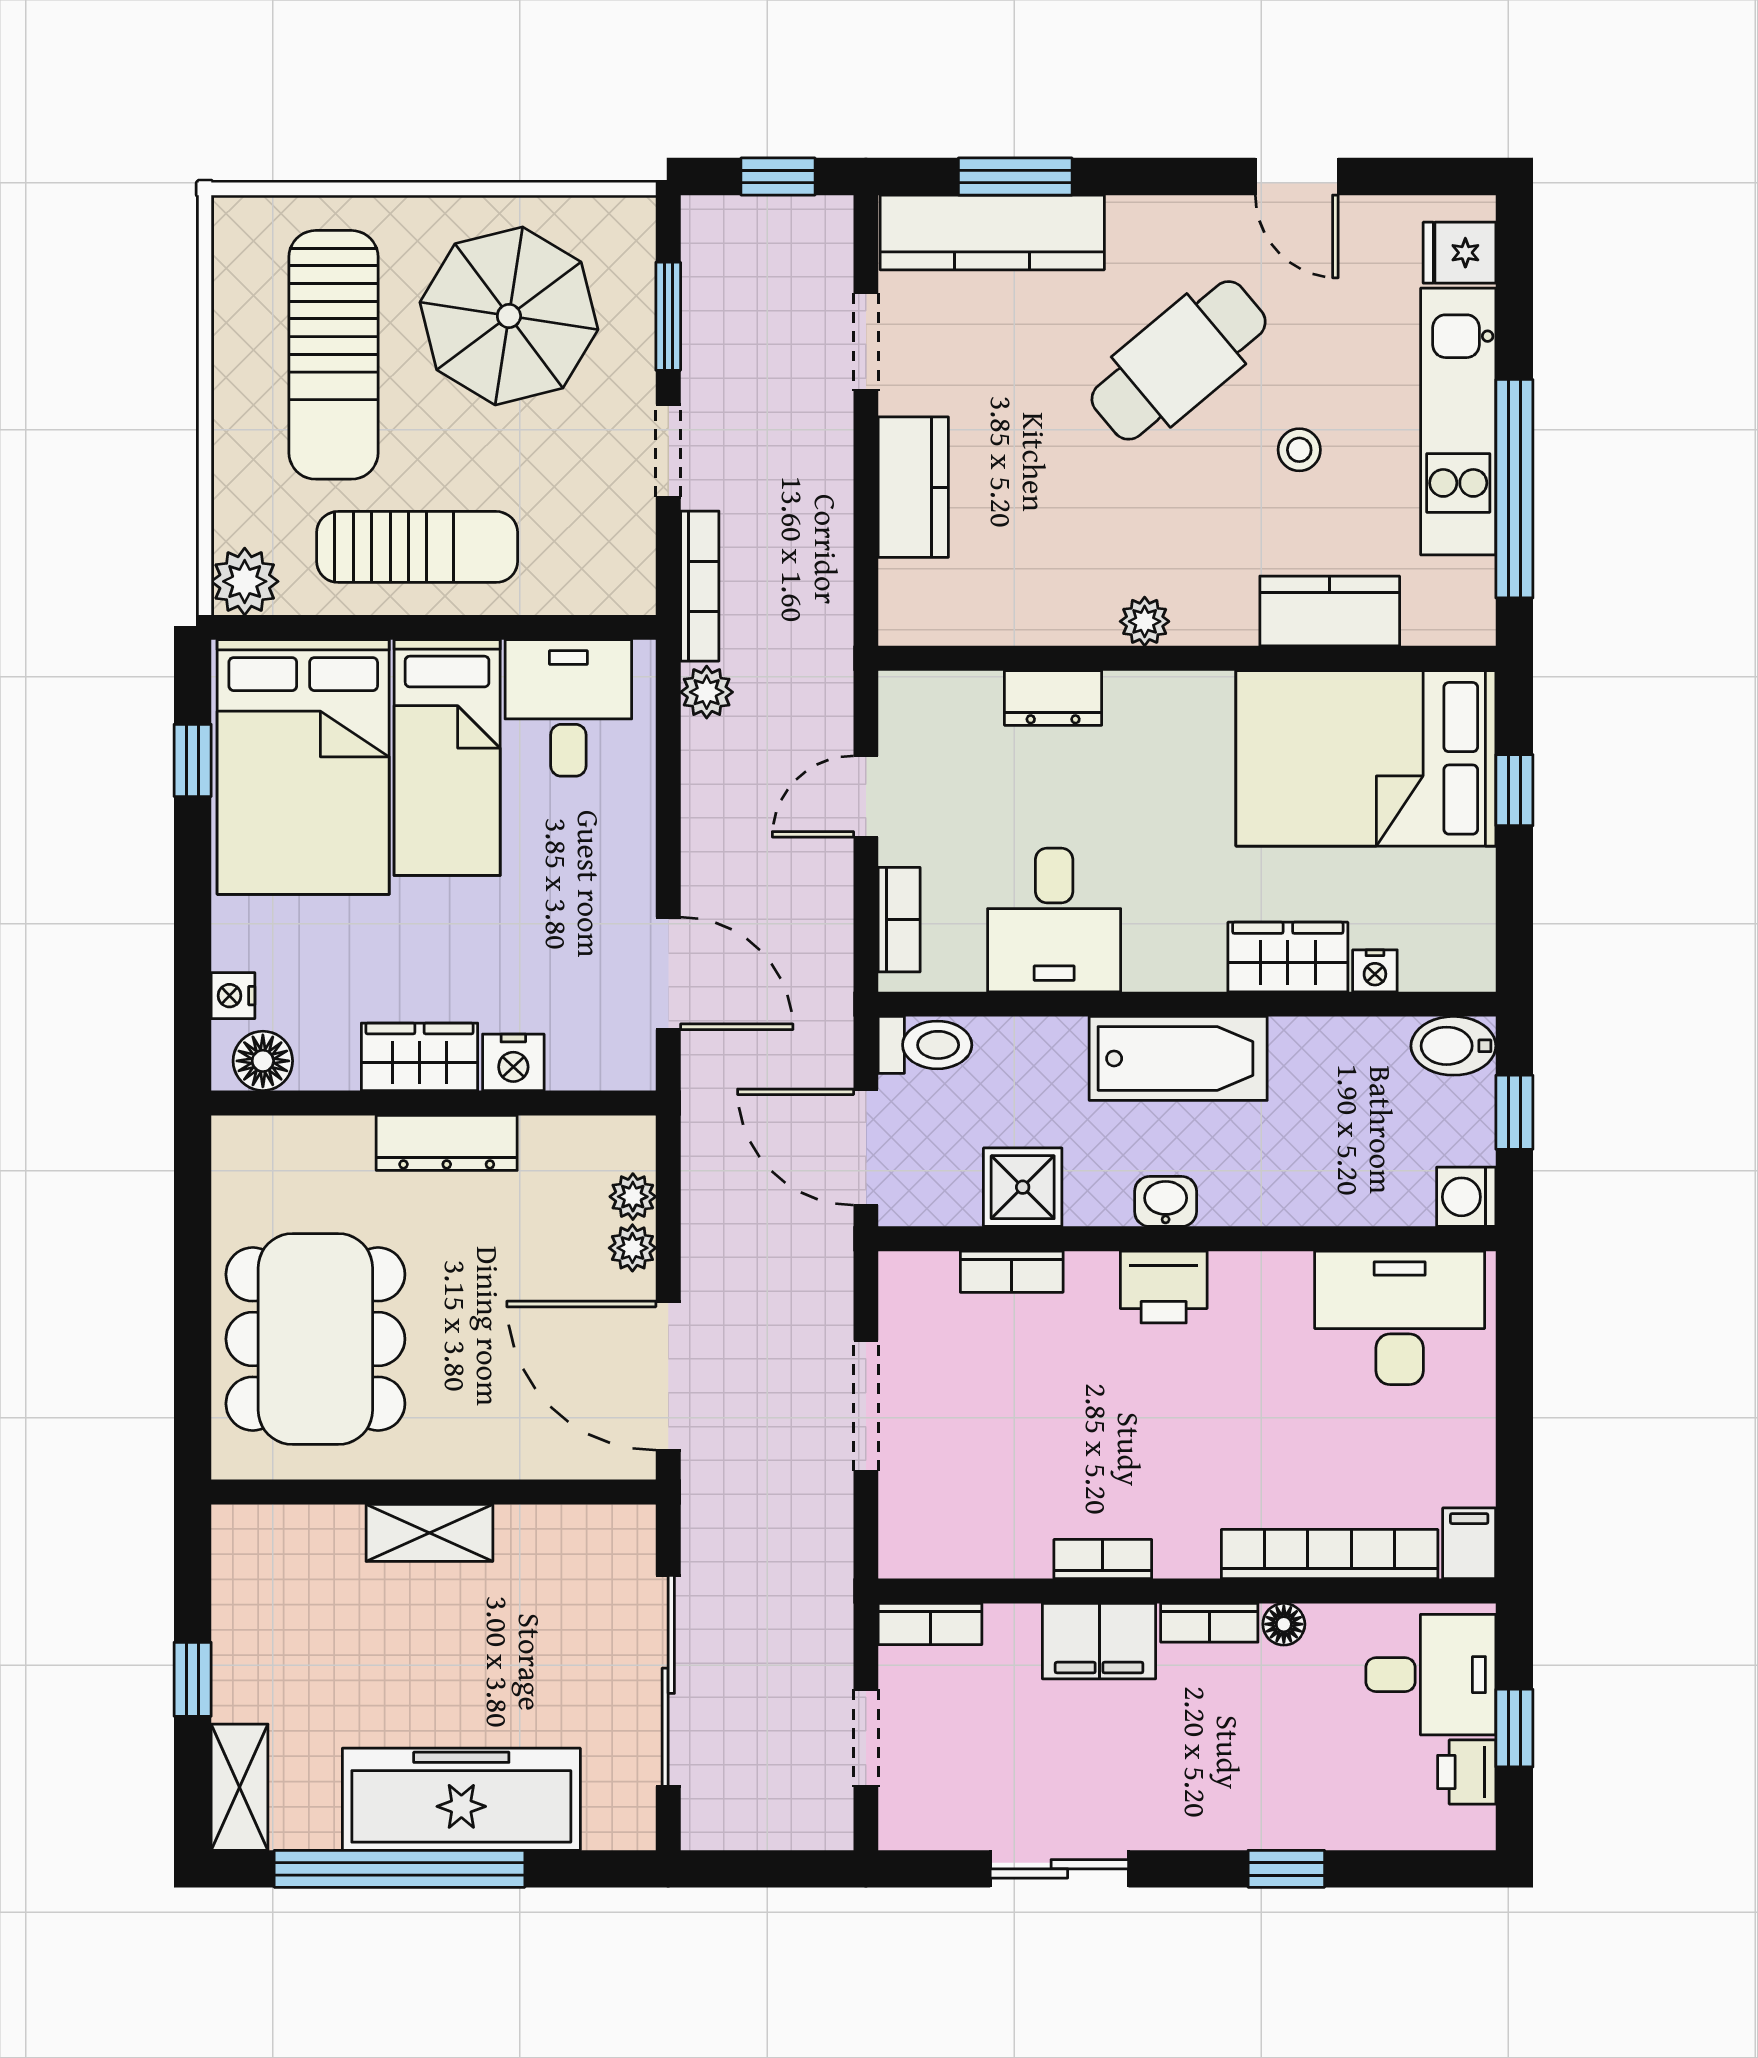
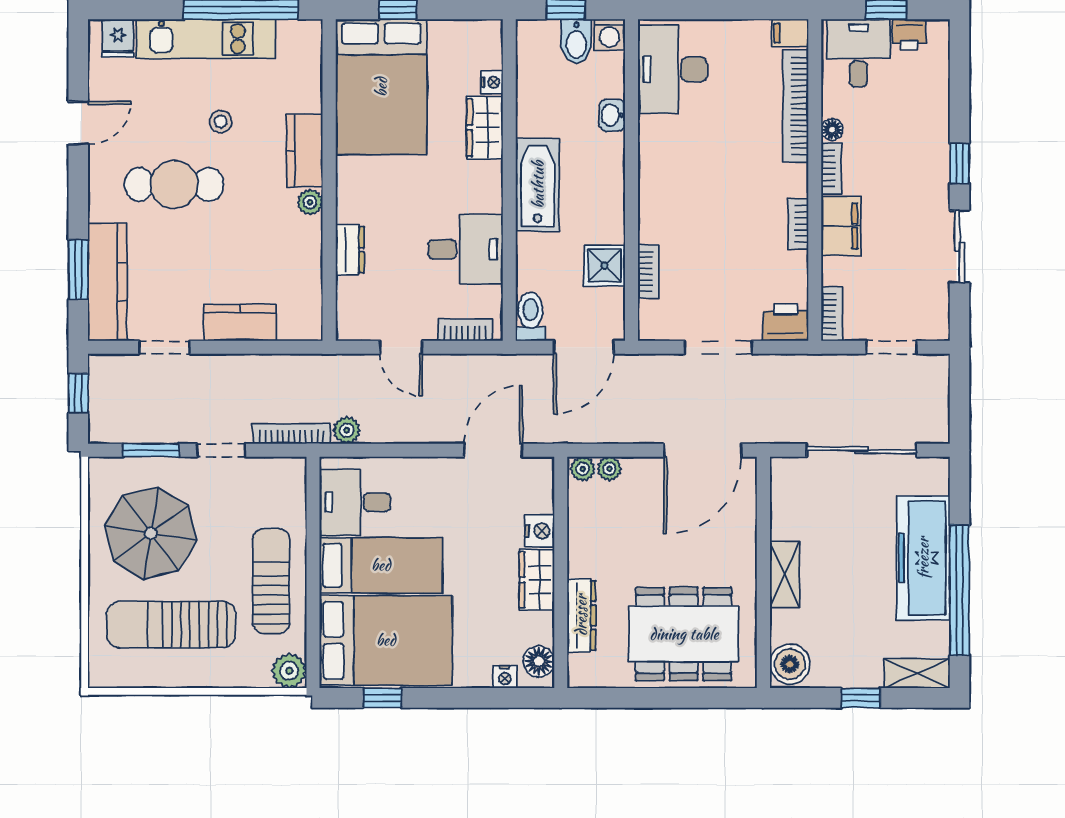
sun lounger: (334, 355) -> (171, 625), turned 180
cafe table: (1179, 360) -> (174, 184), turned -50
kitchen counter: (1330, 611) -> (305, 150), moved
bidet: (1453, 1046) -> (576, 41), moved
dresser: (447, 1143) -> (581, 615), moved
washbasin: (1166, 1201) -> (612, 115), moved
plant: (632, 1248) -> (583, 469), moved
printer: (1164, 1287) -> (786, 322), moved, turned -90
boiler: (258, 1543) -> (790, 664), added
window: (1286, 1869) -> (960, 164), moved

